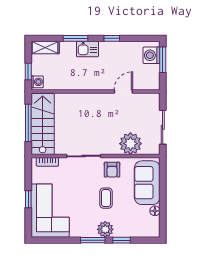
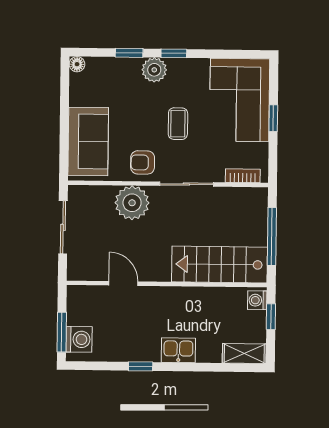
window: (76, 38) -> (197, 367), removed
door: (123, 92) -> (123, 283), swing flipped
stairs: (43, 124) -> (220, 264), moved, turned 90
plant: (130, 144) -> (132, 203), moved
armchair: (112, 170) -> (143, 162), turned -90
coffee table: (106, 198) -> (178, 124), moved
floor lamp: (155, 211) -> (77, 64), moved
window: (93, 240) -> (174, 53), width x0.67

